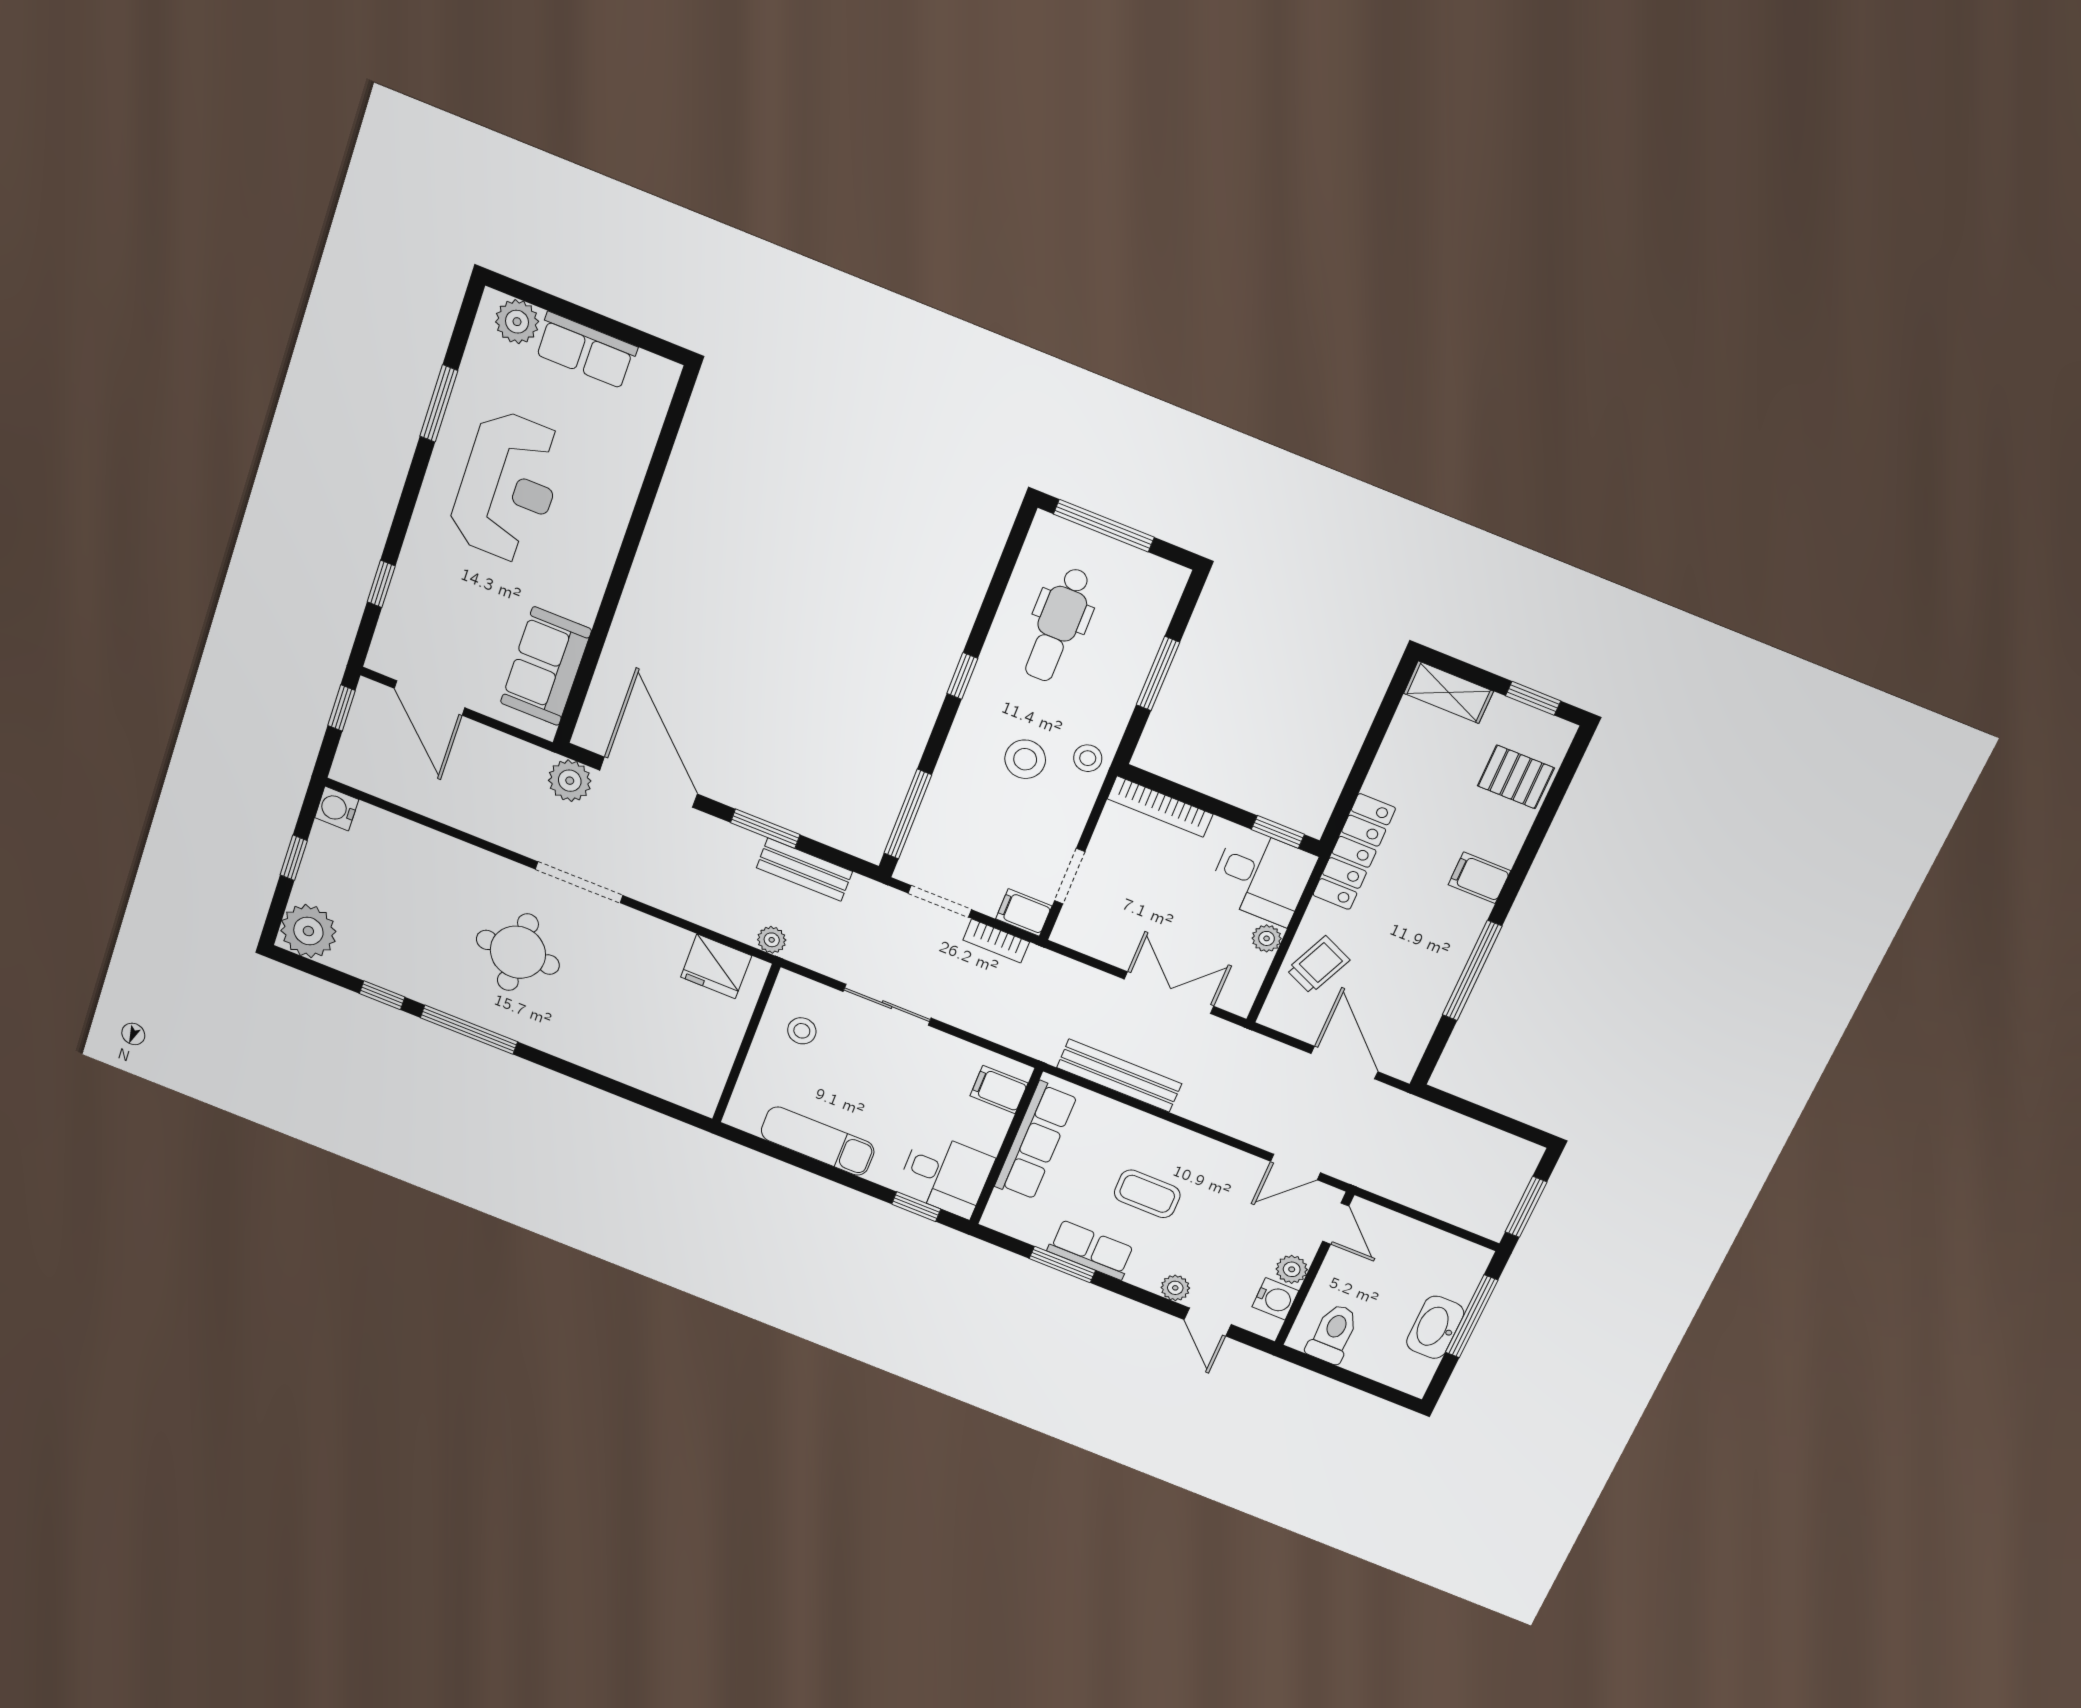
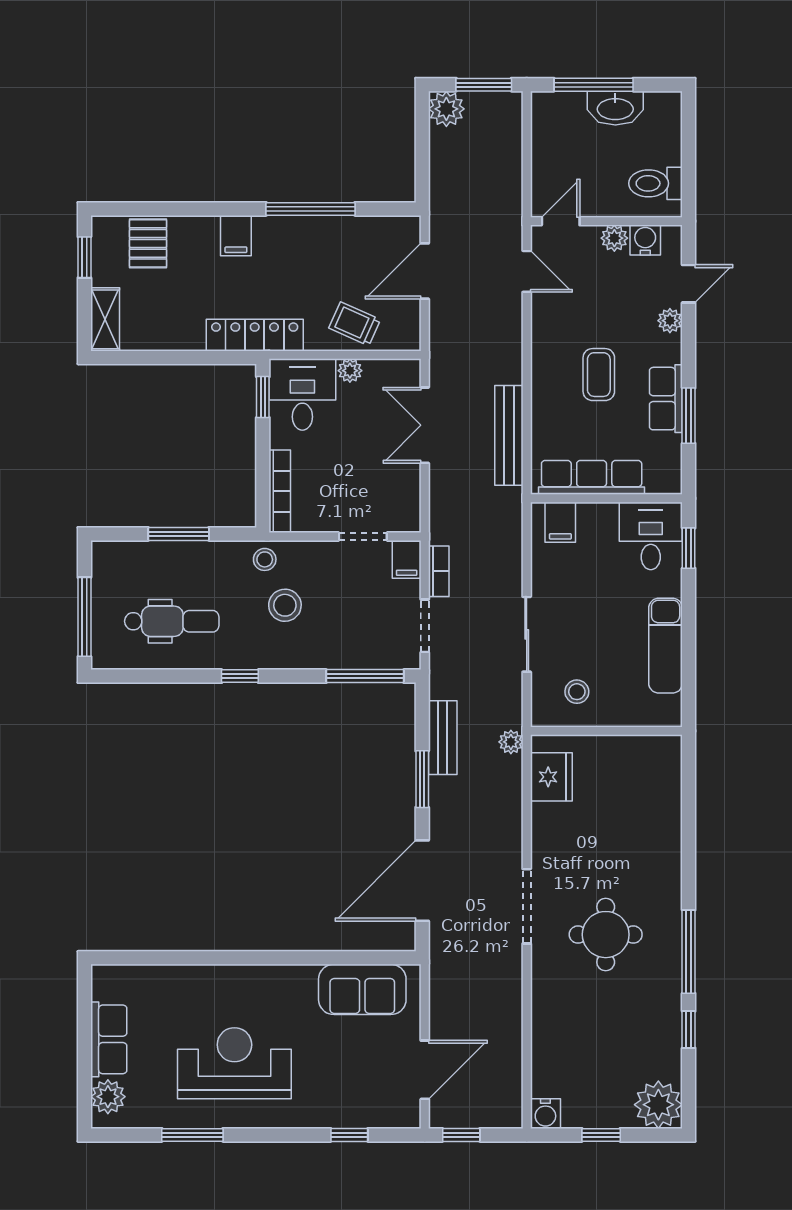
plant: (570, 781) -> (446, 109), moved

